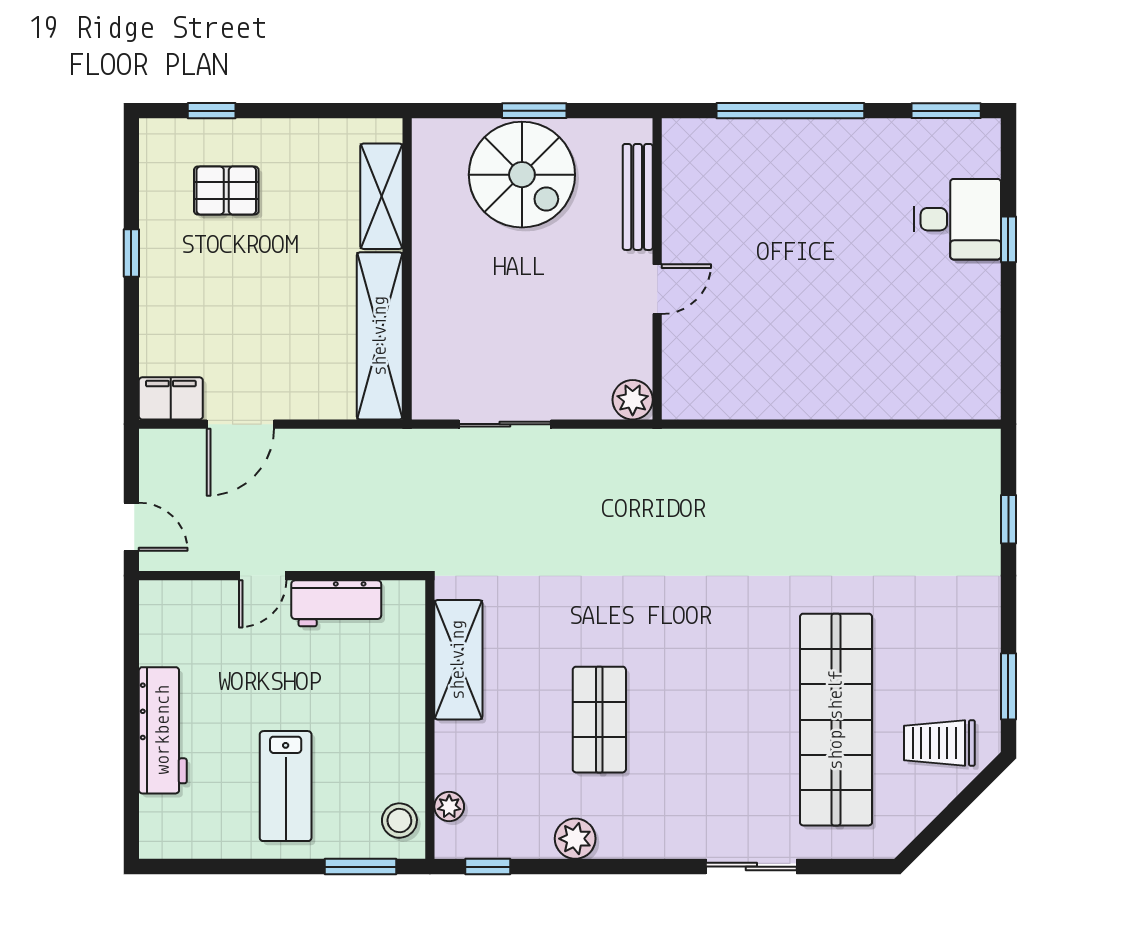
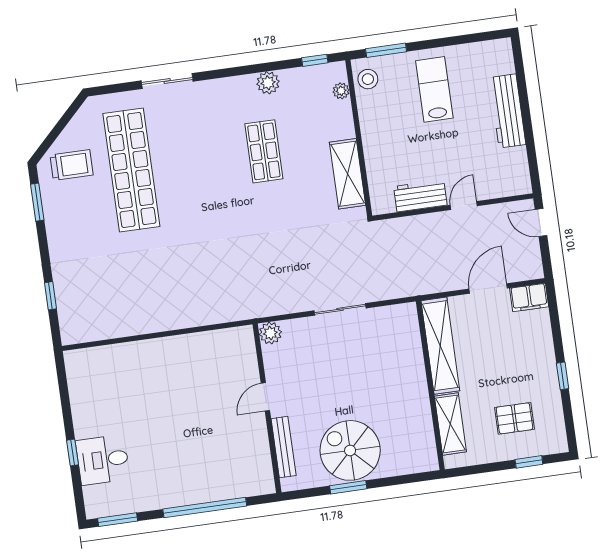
shelving: (381, 196) -> (450, 424), moved
wall: (407, 269) -> (430, 385), moved
shelving: (380, 336) -> (440, 346), moved

